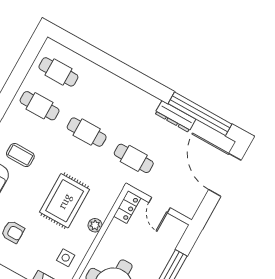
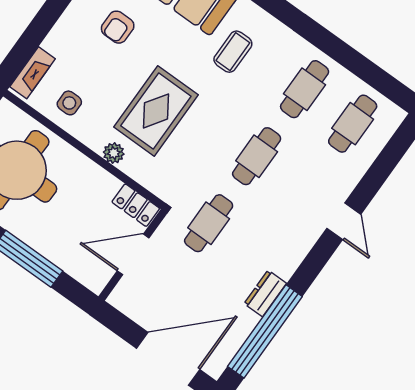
door: (123, 71) -> (344, 221), added
dresser: (175, 116) -> (265, 293), width x0.70
rug: (65, 201) -> (156, 111), turned 90
door: (159, 205) -> (133, 254), width x1.38

